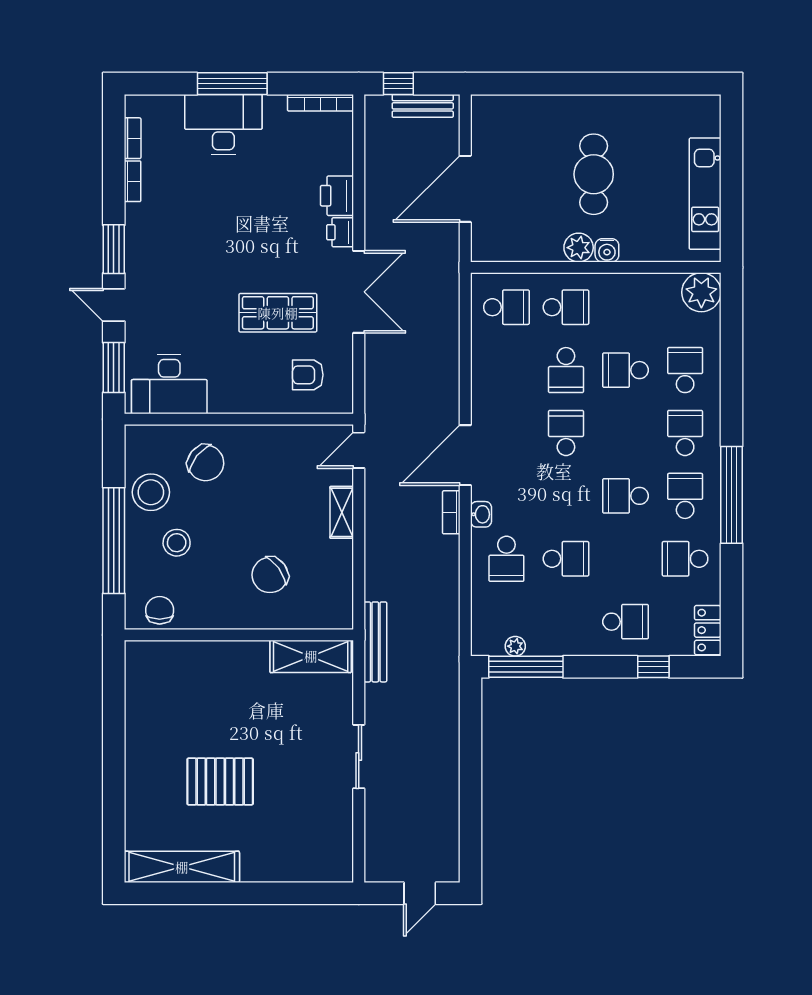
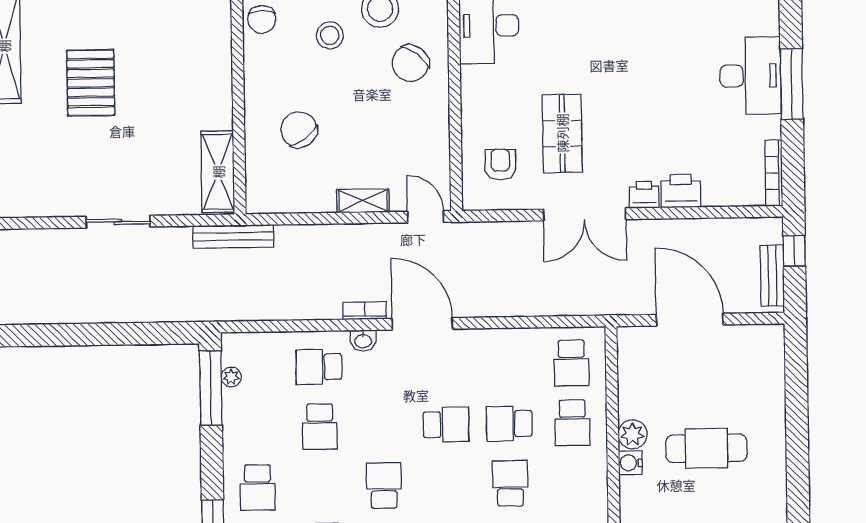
chair: (160, 610) -> (262, 19), turned 90

